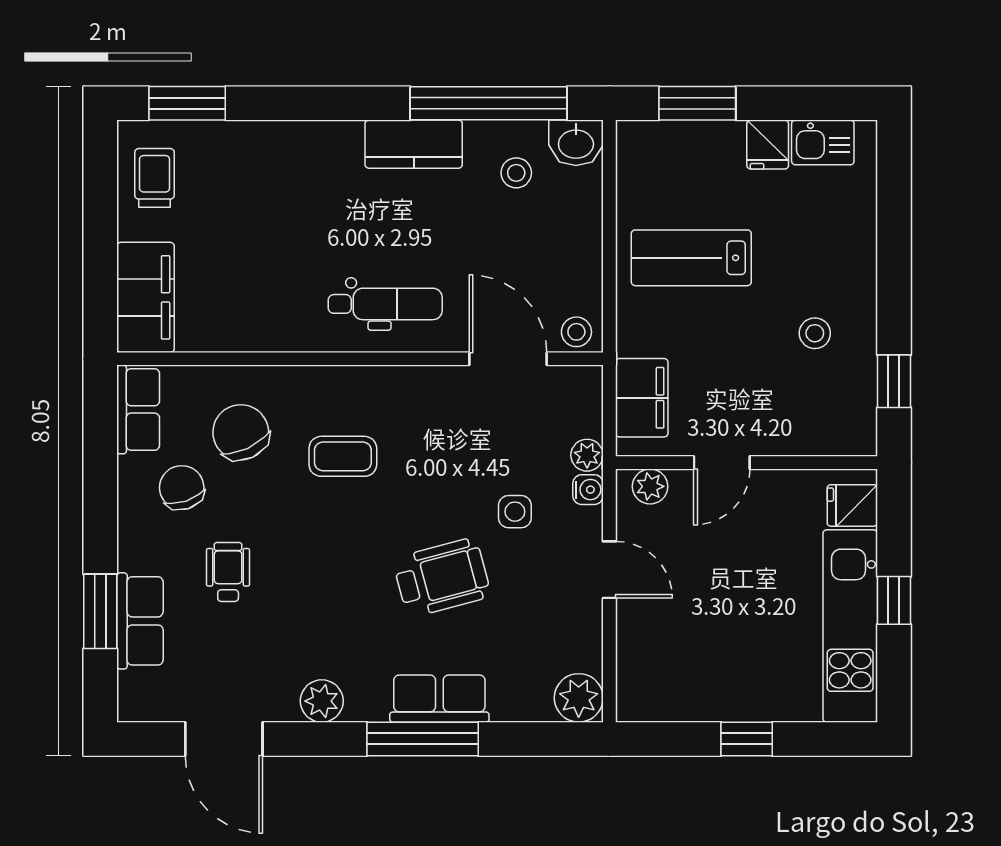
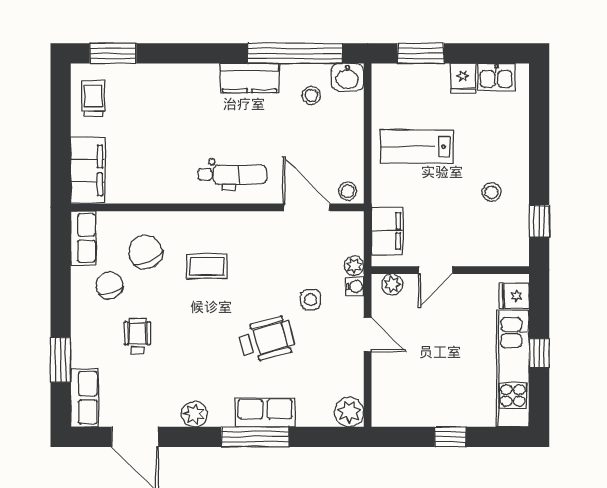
row of seats: (140, 621) -> (84, 398), moved

